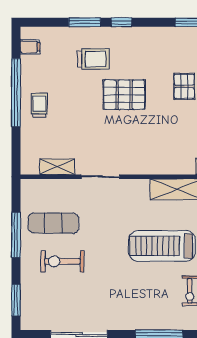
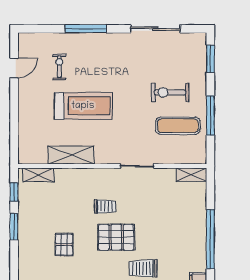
trolley: (39, 105) -> (105, 206), moved, turned -90
shelving: (57, 167) -> (191, 175), moved
exercise bike: (62, 261) -> (170, 92), turned 180

